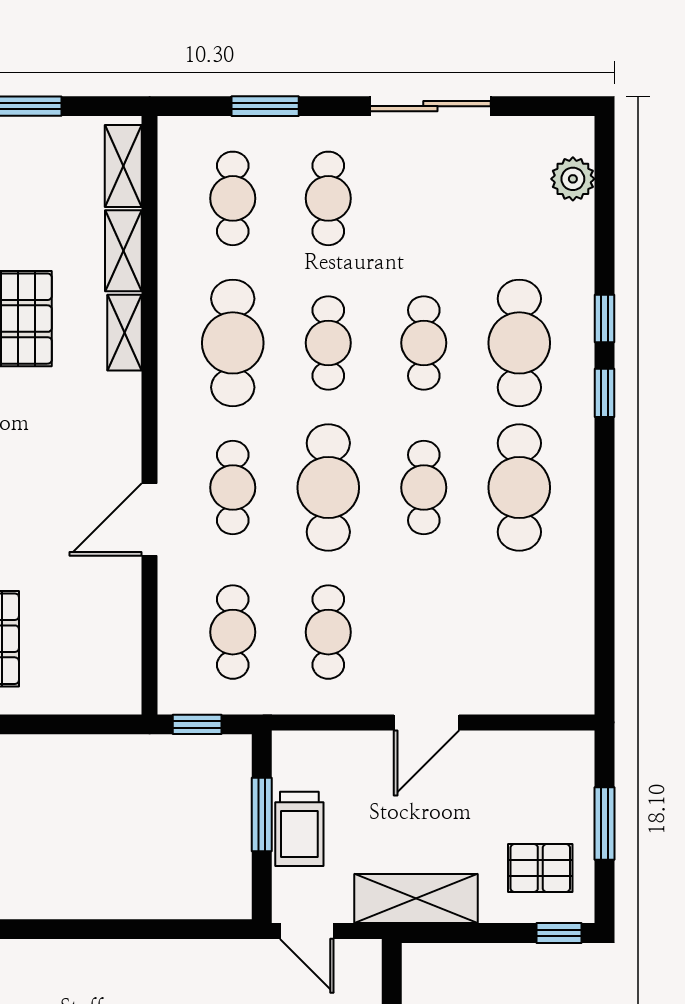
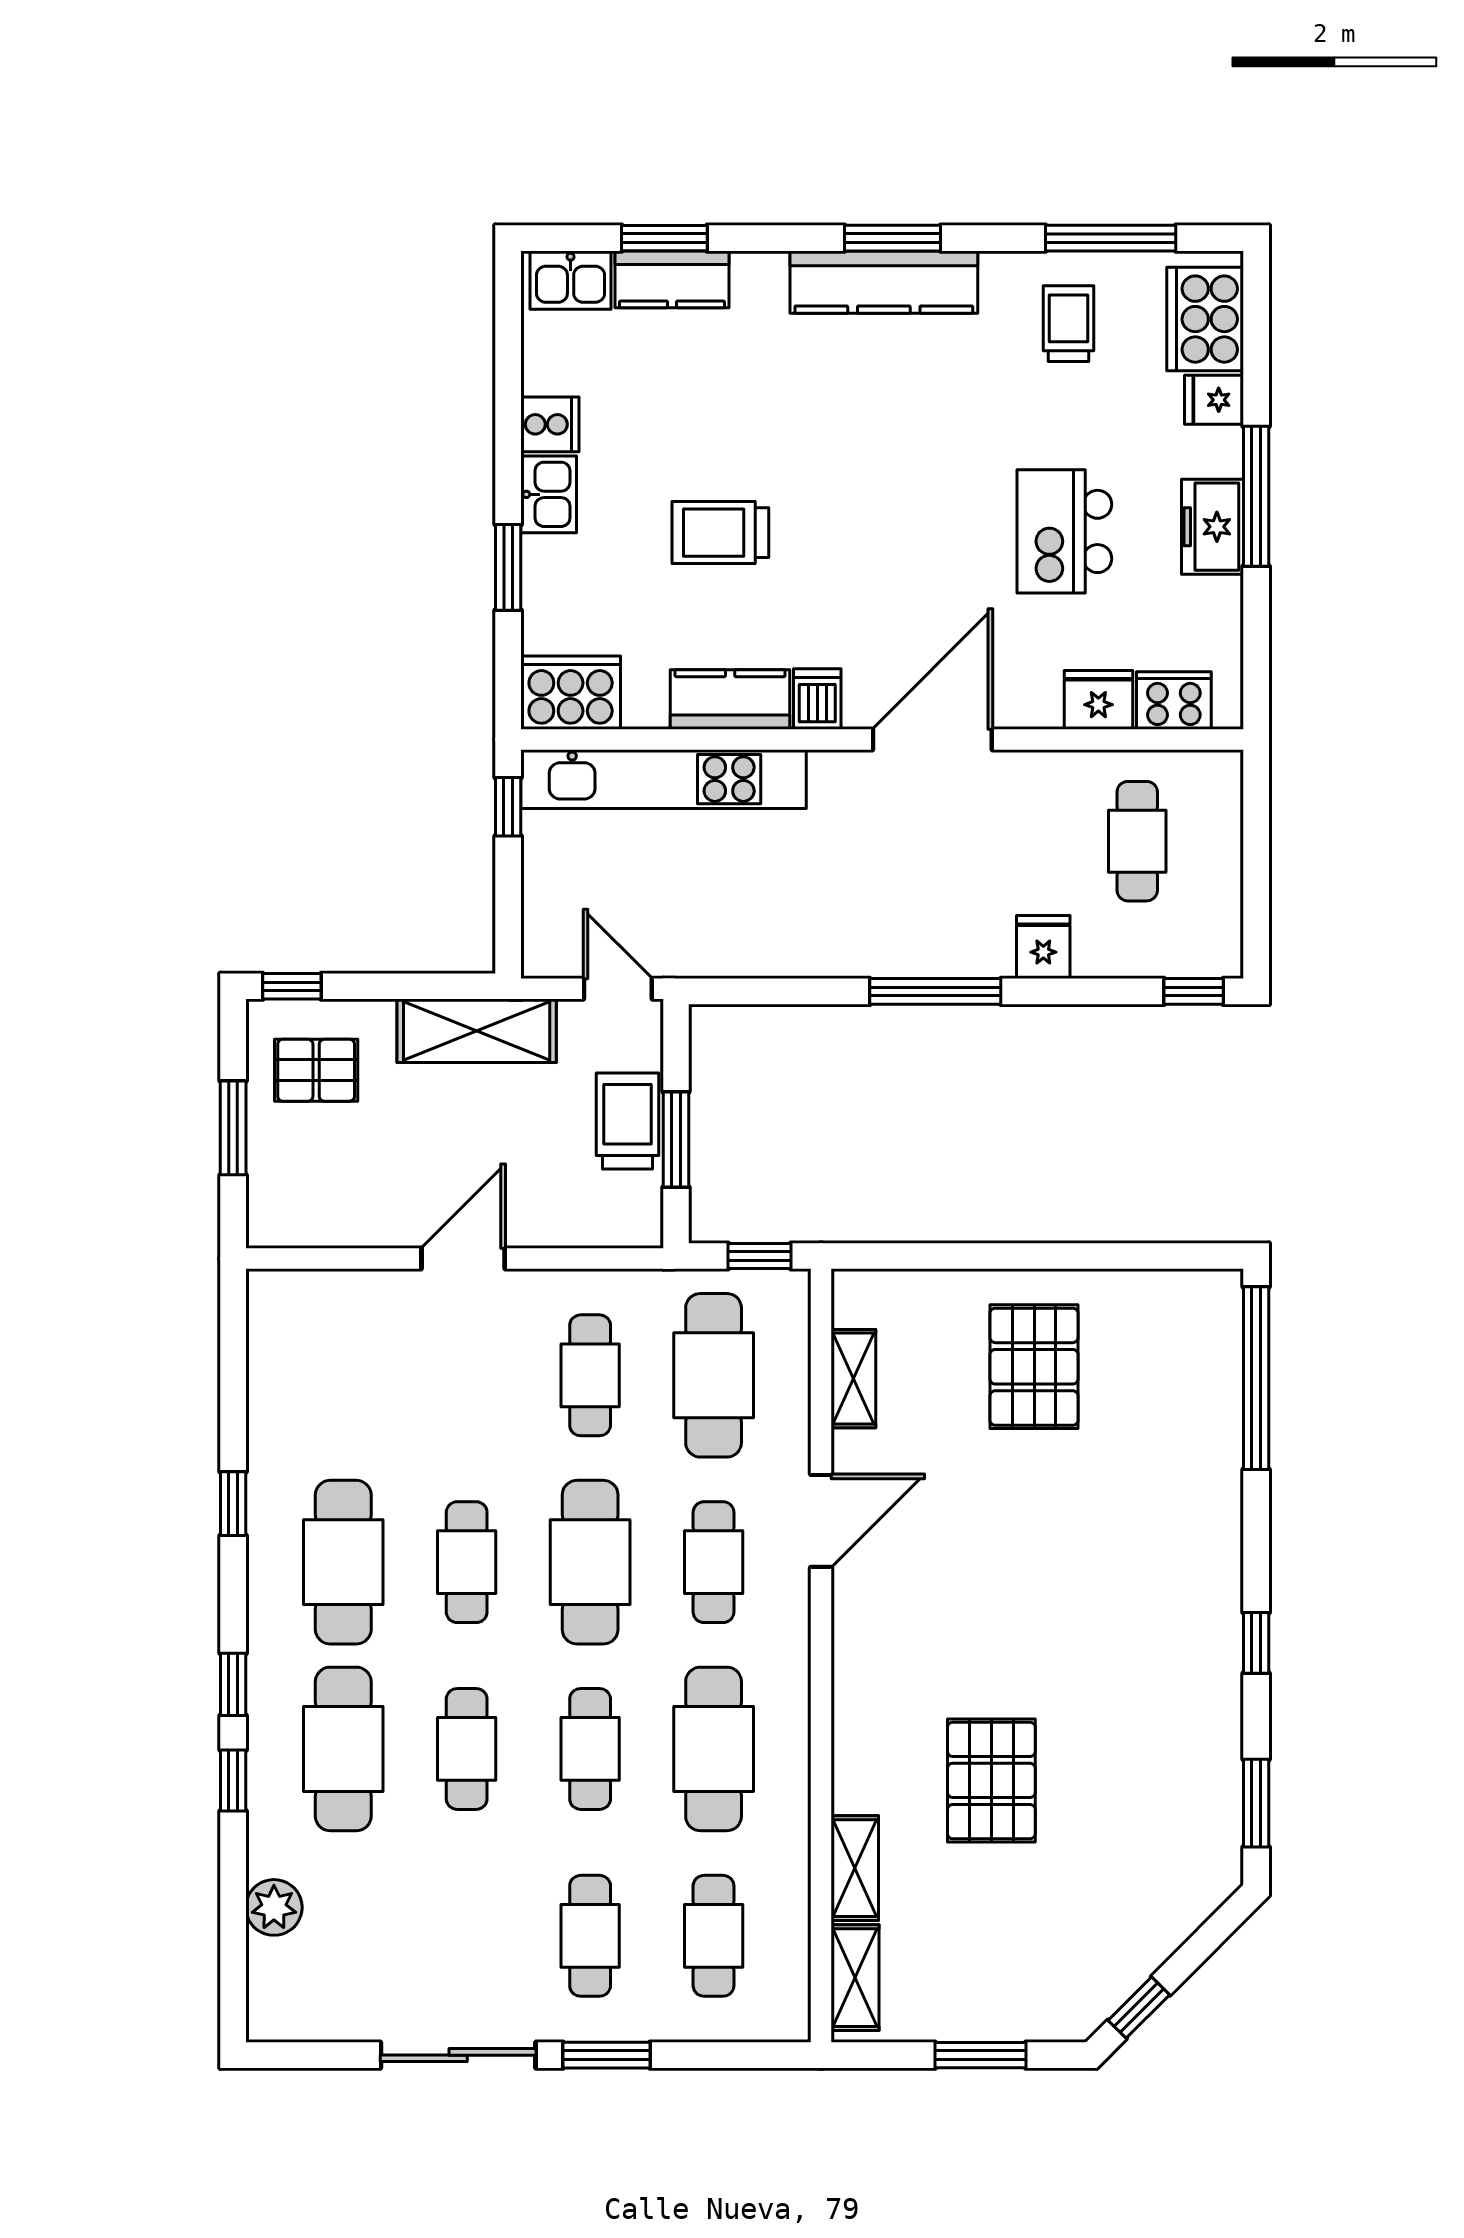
window: (265, 106) -> (606, 2055), moved
plant: (573, 179) -> (274, 1907), moved
shelving: (125, 333) -> (853, 1379), moved
window: (604, 533) -> (233, 1504), added
cafe table: (233, 632) -> (714, 1375), width x1.37, depth x1.35
window: (61, 929) -> (935, 991), added

